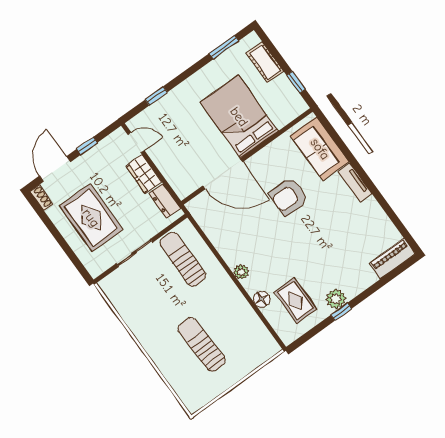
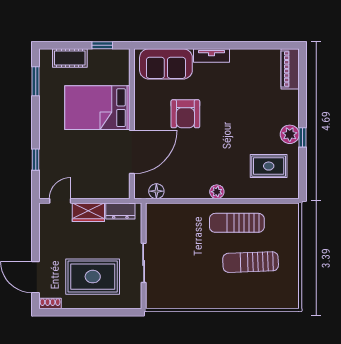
window: (87, 146) -> (36, 240), removed
sun lounger: (183, 259) -> (237, 223), moved
floor lamp: (262, 299) -> (156, 191), moved

